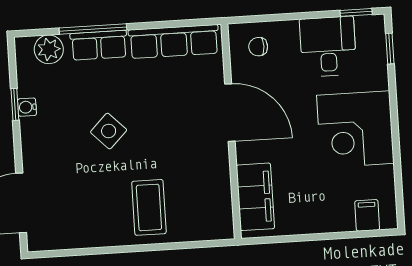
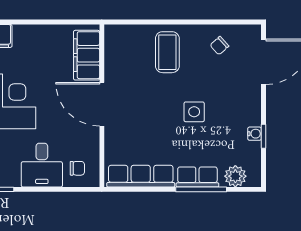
desk: (328, 47) -> (42, 165), moved
door: (230, 113) -> (102, 104), moved
side table: (109, 131) -> (194, 112), turned 45
chair: (81, 221) -> (219, 46), added

